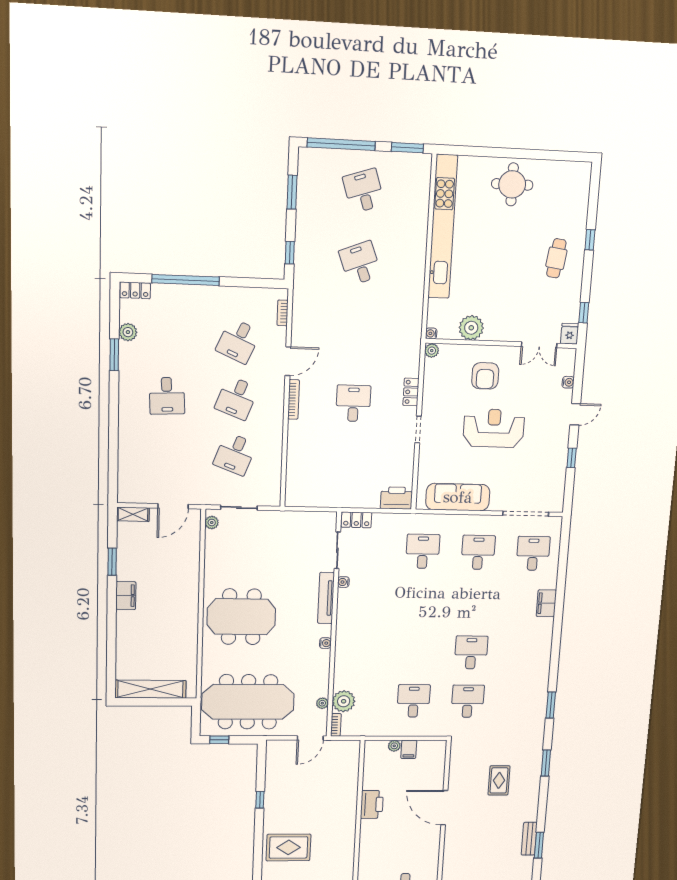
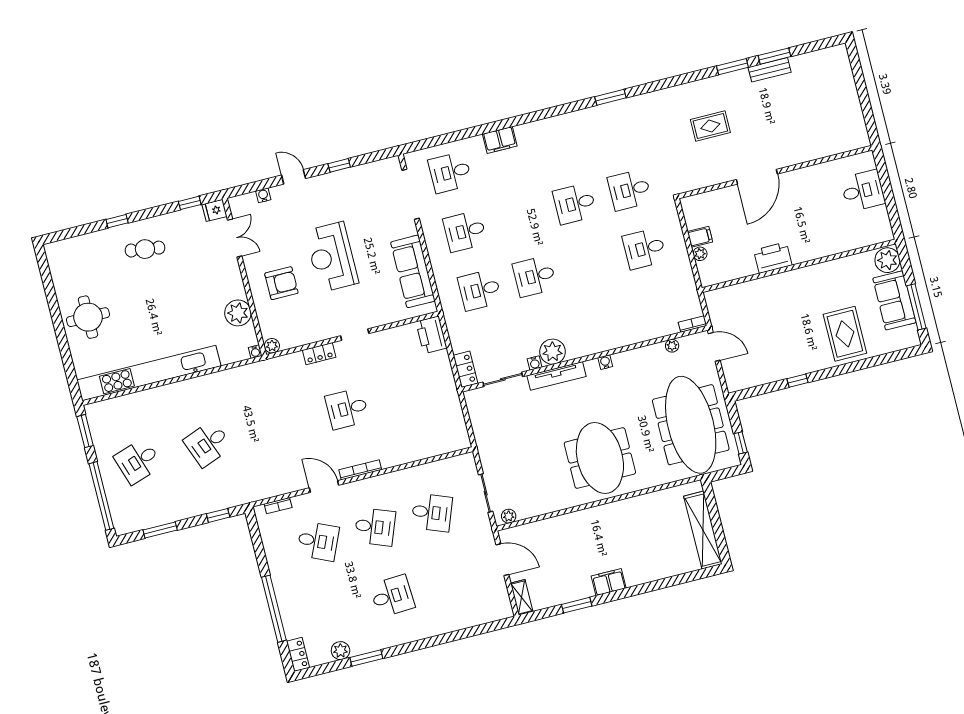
desk: (420, 602) -> (535, 276), added
plant: (344, 701) -> (553, 352), moved
window: (546, 763) -> (732, 67), moved

